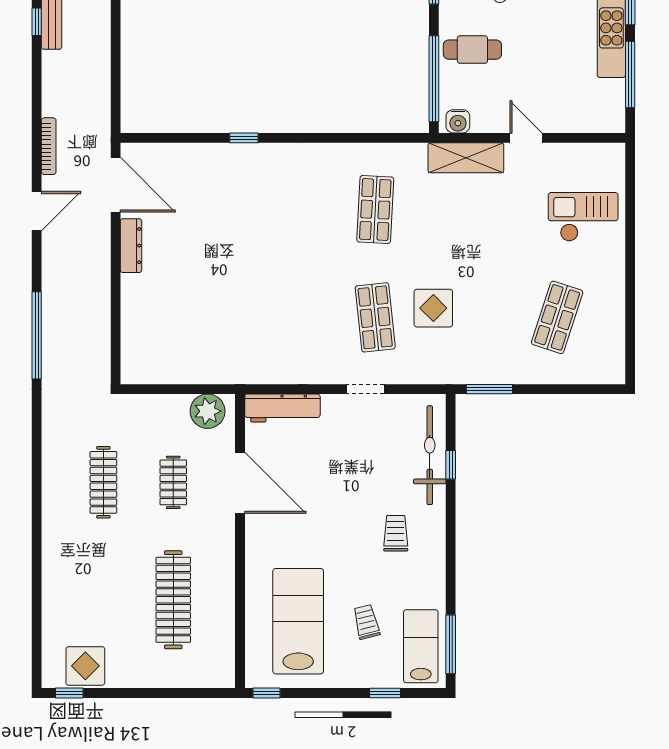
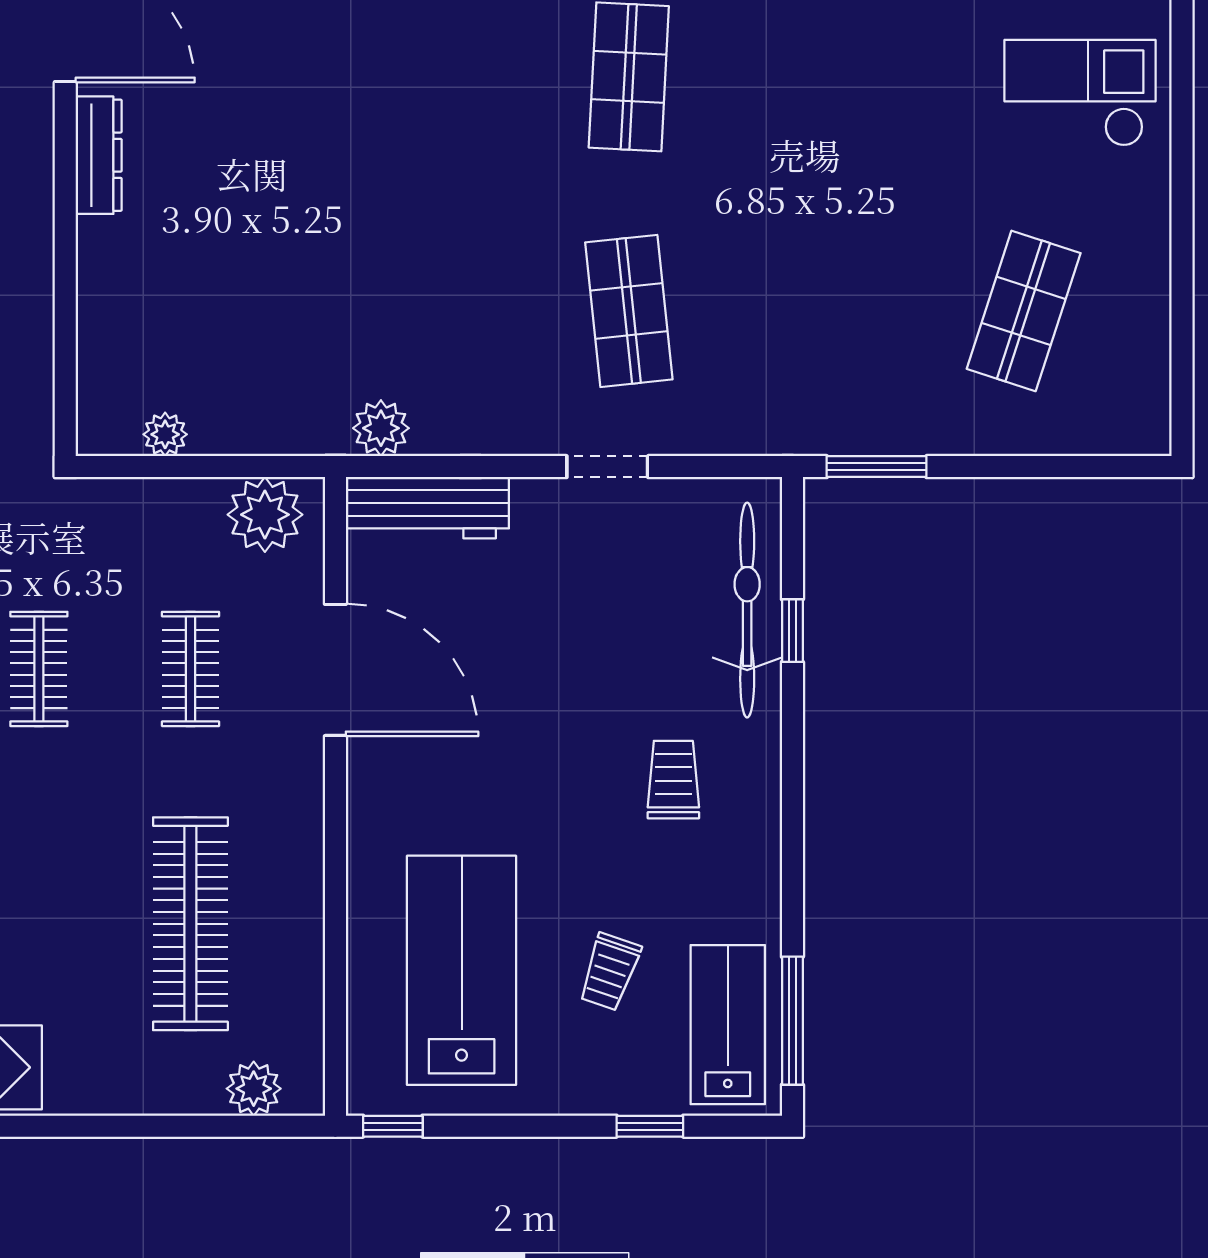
display table: (433, 308) -> (755, 291), removed
plant: (261, 371) -> (381, 428), added
plant: (162, 374) -> (165, 434), added
clothes rail: (103, 482) -> (39, 669), width x0.73
trolley: (366, 622) -> (610, 972), turned -147
plant: (202, 676) -> (254, 1089), added

